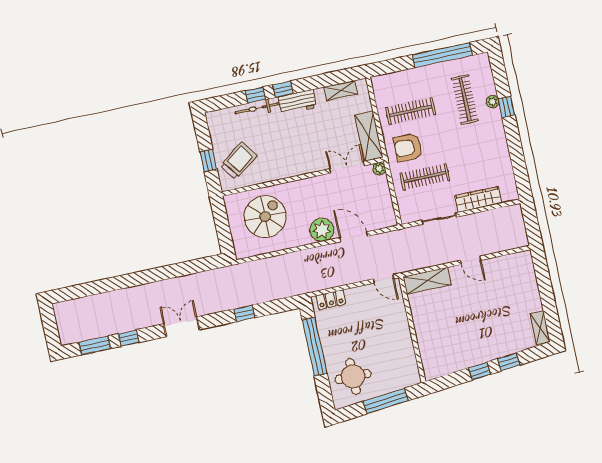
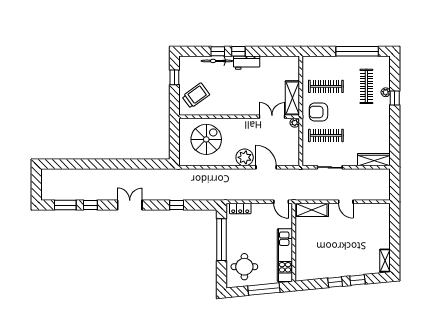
shelving: (341, 91) -> (279, 61), removed
window: (208, 160) -> (174, 77), moved
wardrobe: (478, 199) -> (374, 160), moved
kitchen unit: (404, 349) -> (285, 255), added

